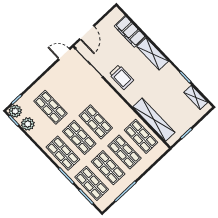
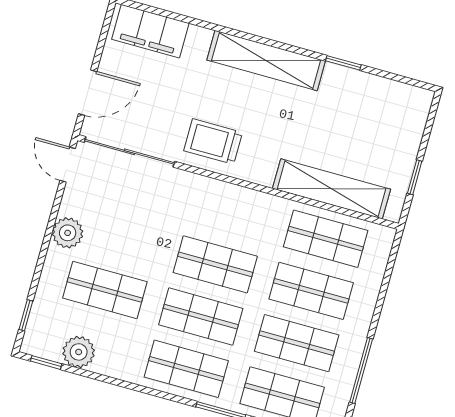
filing cabinet: (130, 31) -> (150, 31), moved
door: (87, 33) -> (88, 93), hinge flipped
door: (64, 54) -> (68, 164), hinge flipped
shelving: (153, 54) -> (266, 60), width x1.47
trolley: (121, 77) -> (213, 142), turned 180
shelving: (196, 97) -> (390, 92), removed
plant: (15, 111) -> (68, 233), moved

